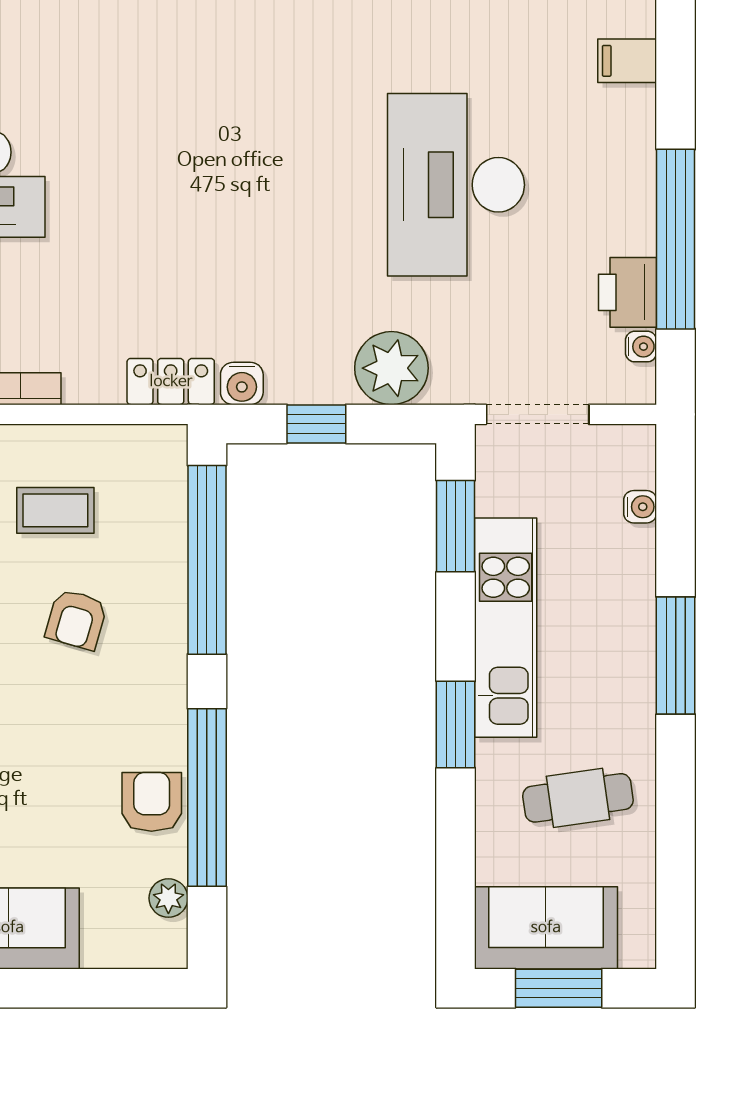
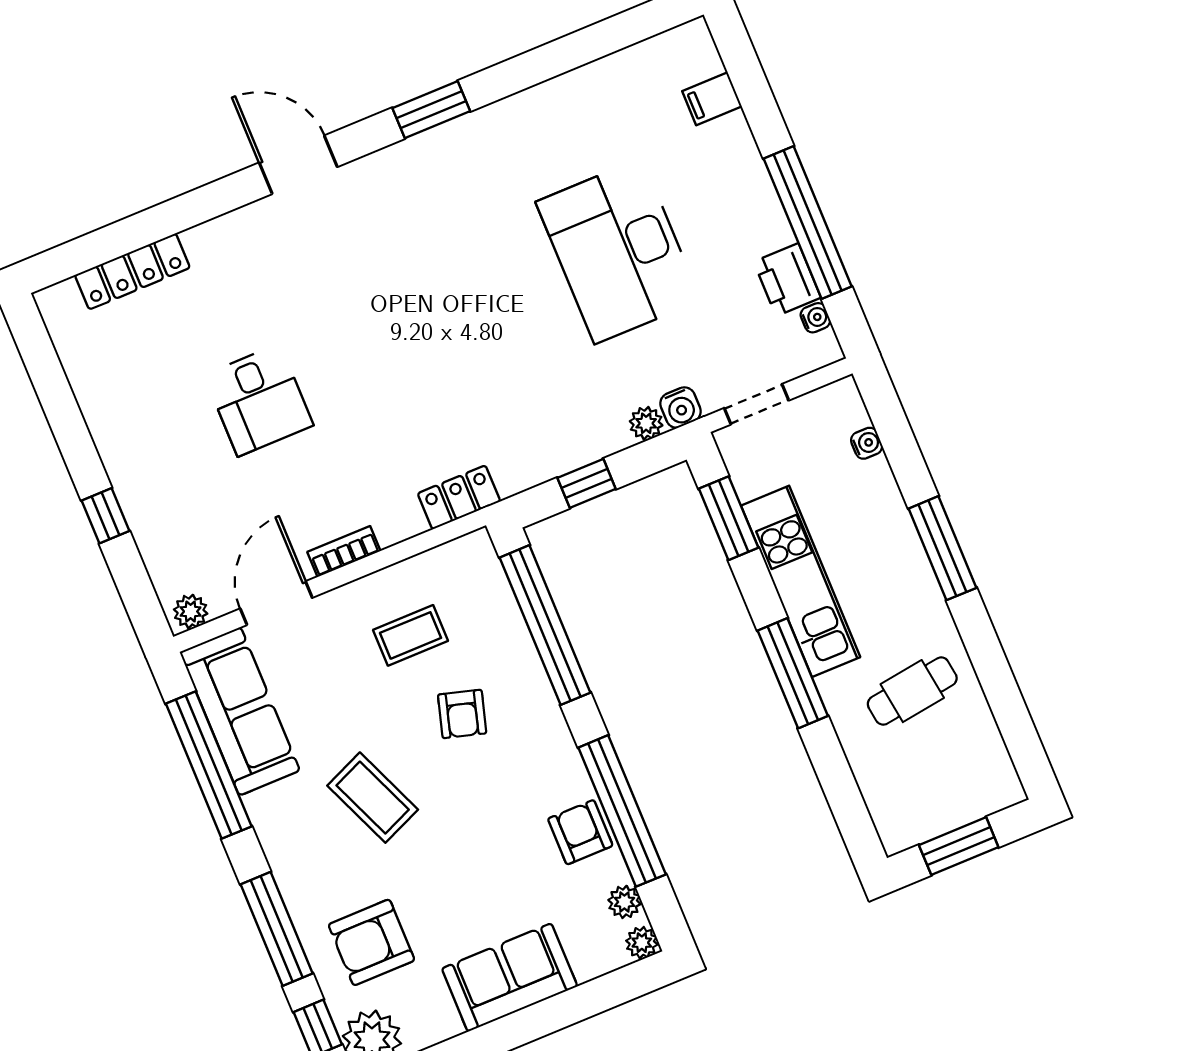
plant: (391, 368) -> (646, 423), width x0.53, depth x0.53
water cooler: (242, 383) -> (680, 407), moved
doorway: (538, 414) -> (756, 404), width x0.73
window: (456, 724) -> (793, 673), width x1.44
sofa: (546, 928) -> (929, 803), removed
plant: (169, 950) -> (642, 943), added

